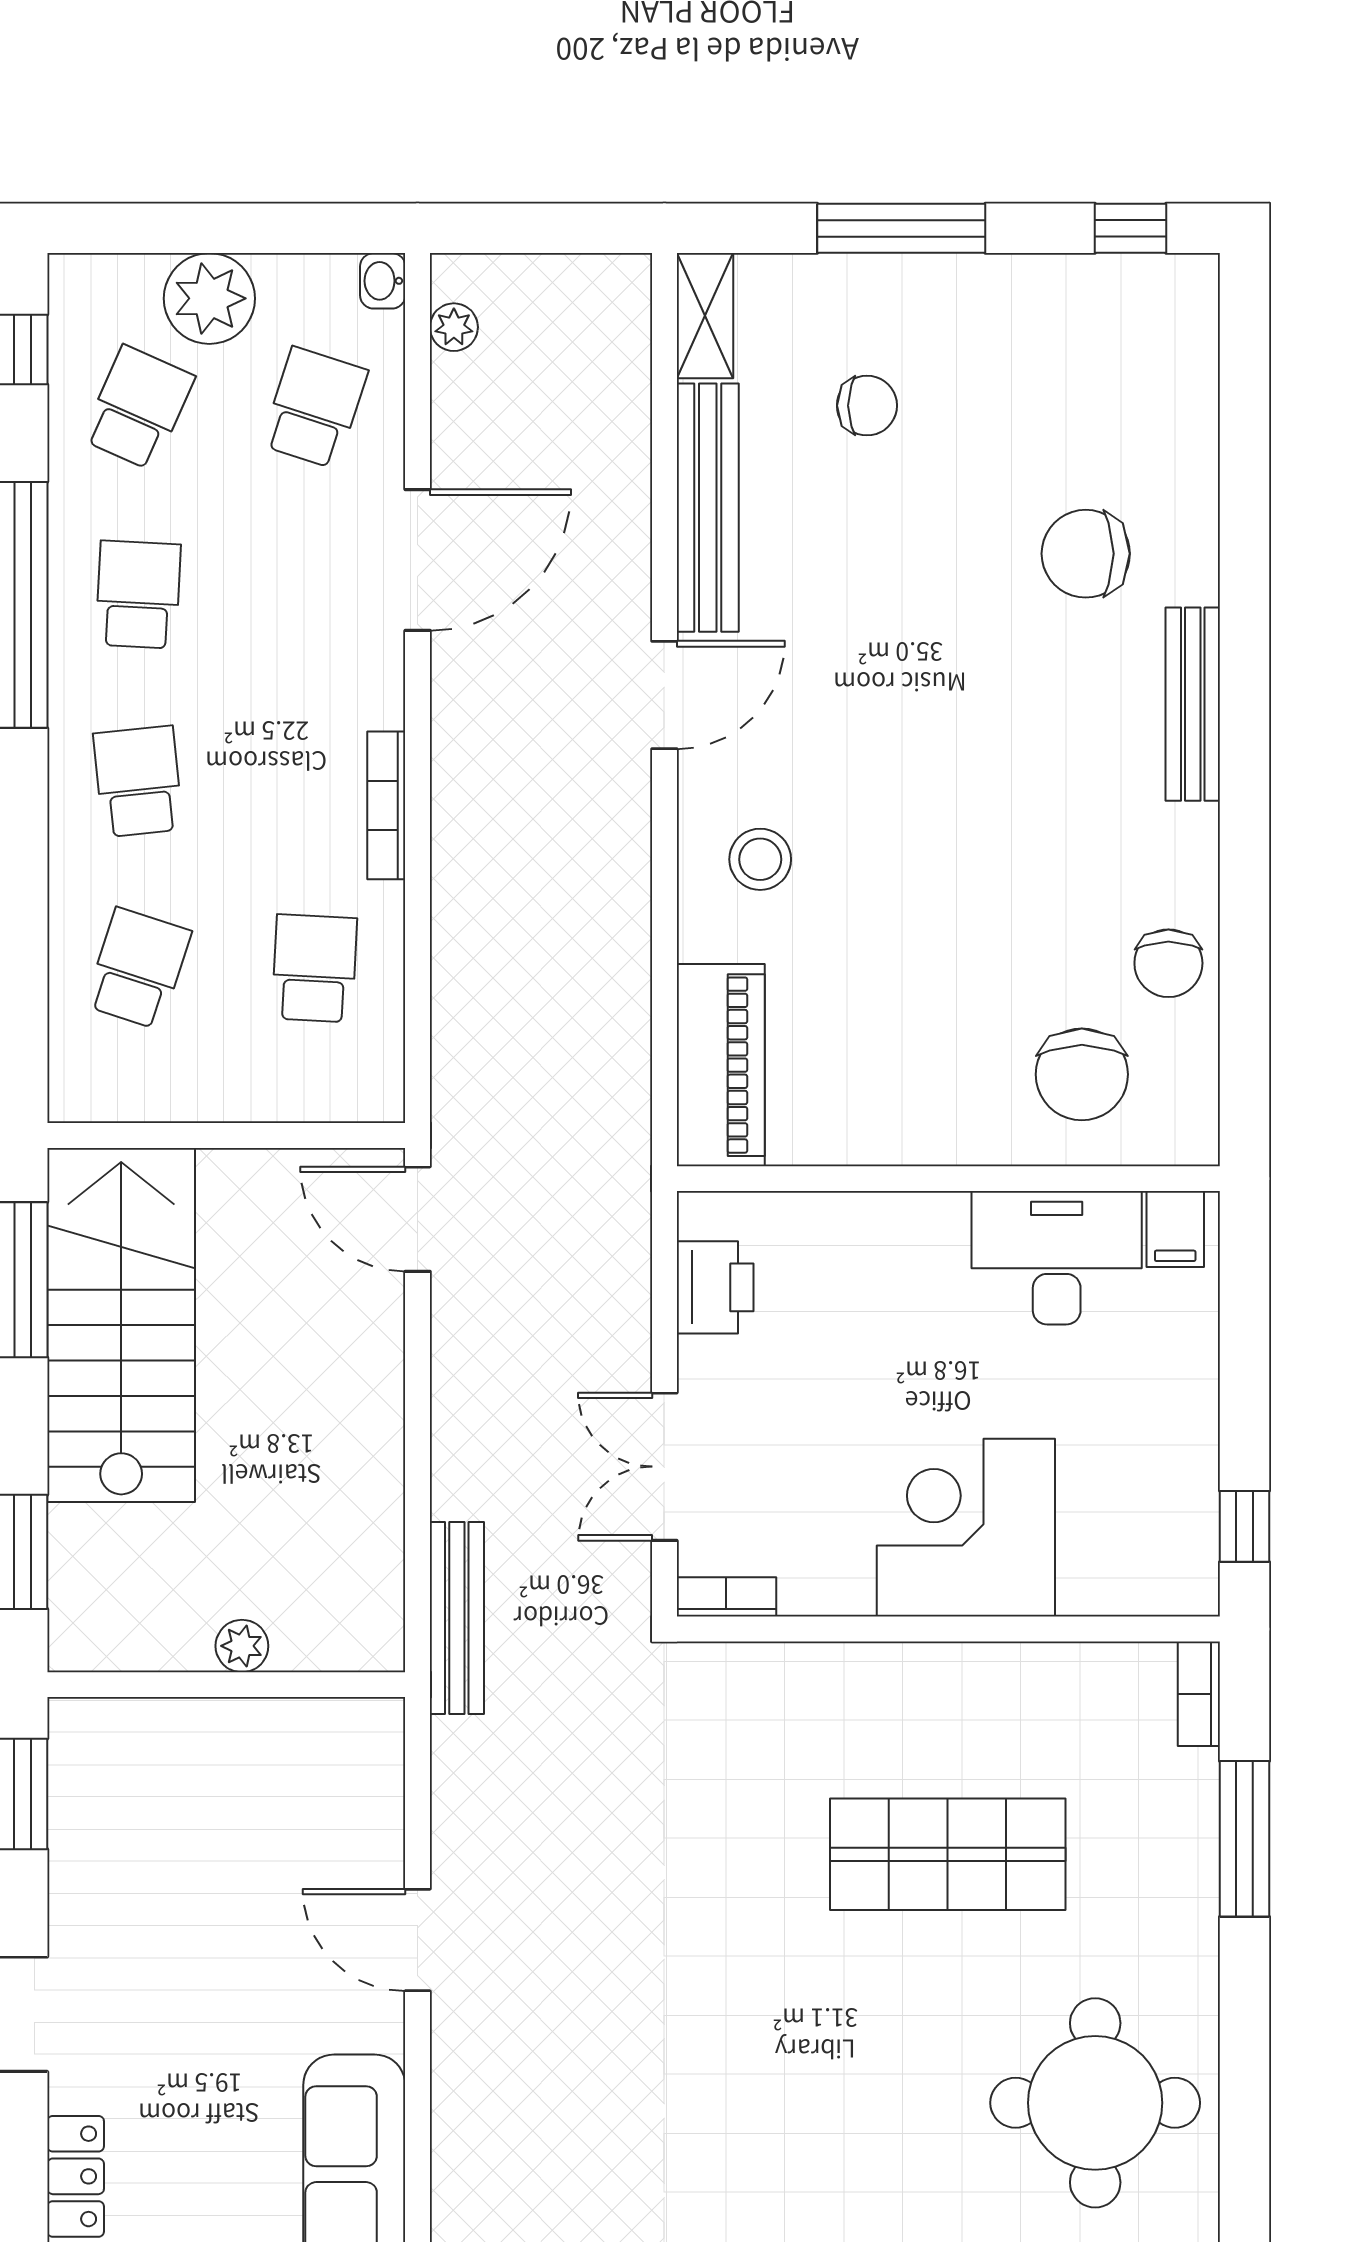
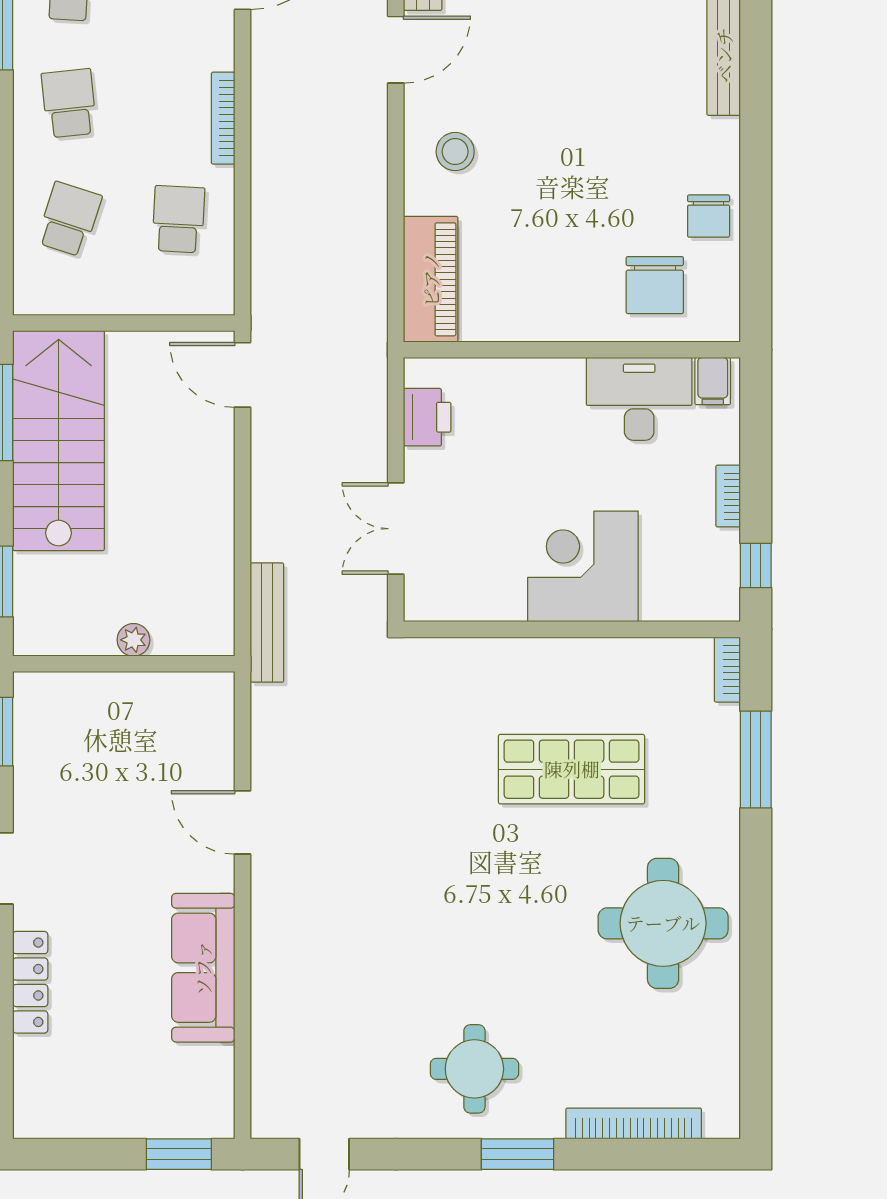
bookcase: (726, 1597) -> (728, 496), moved, turned -90

